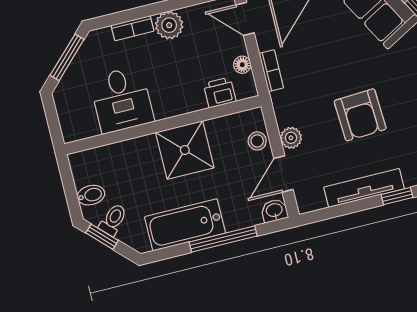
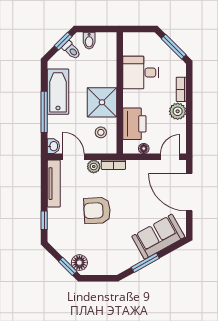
bookcase: (271, 71) -> (113, 165), moved
printer: (220, 93) -> (134, 124), width x1.87, depth x1.48
stool: (257, 141) -> (101, 132), moved
tv unit: (364, 188) -> (54, 184), moved

